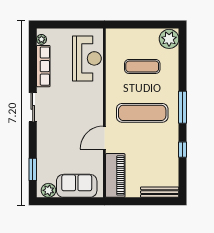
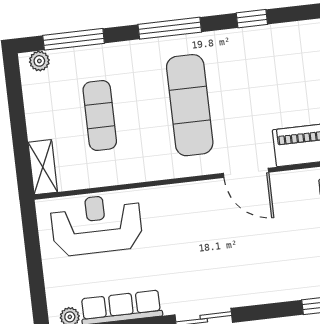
shelving: (119, 34) -> (43, 167), added
plant: (169, 39) -> (39, 61), width x0.53, depth x0.53
window: (183, 58) -> (74, 39), added

